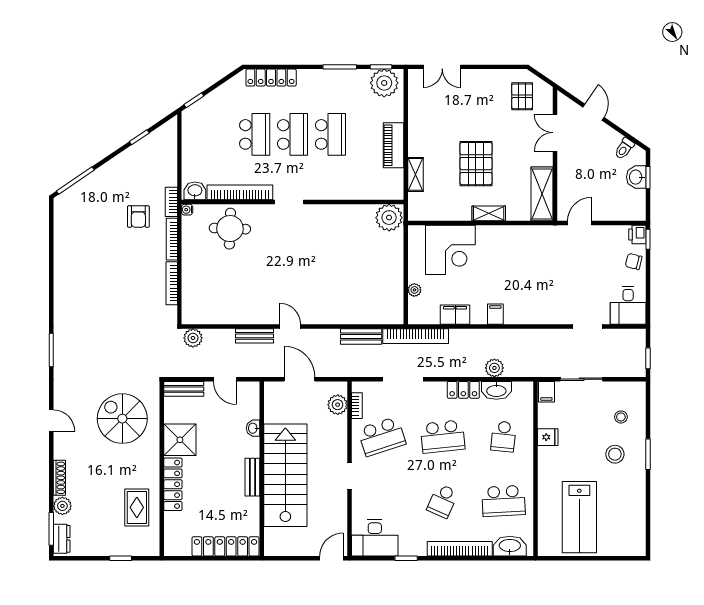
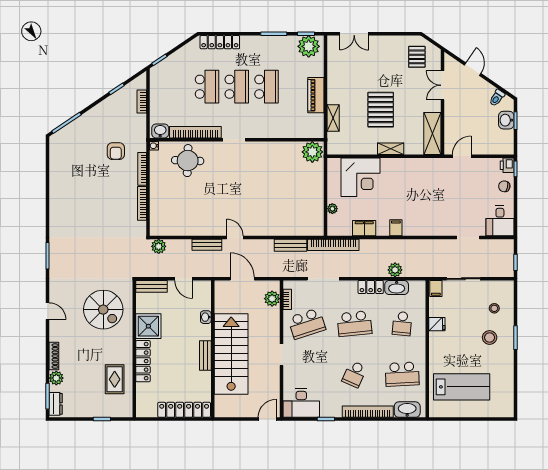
bookcase: (171, 202) -> (142, 102), moved
spiral stairs: (122, 419) -> (103, 310), turned 180
lab bench: (579, 517) -> (462, 387), turned -90

